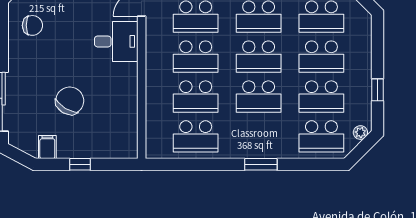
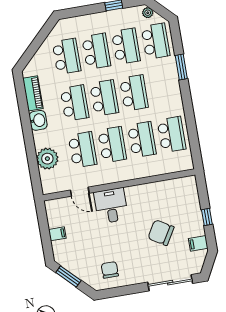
window: (261, 164) -> (181, 67), moved

